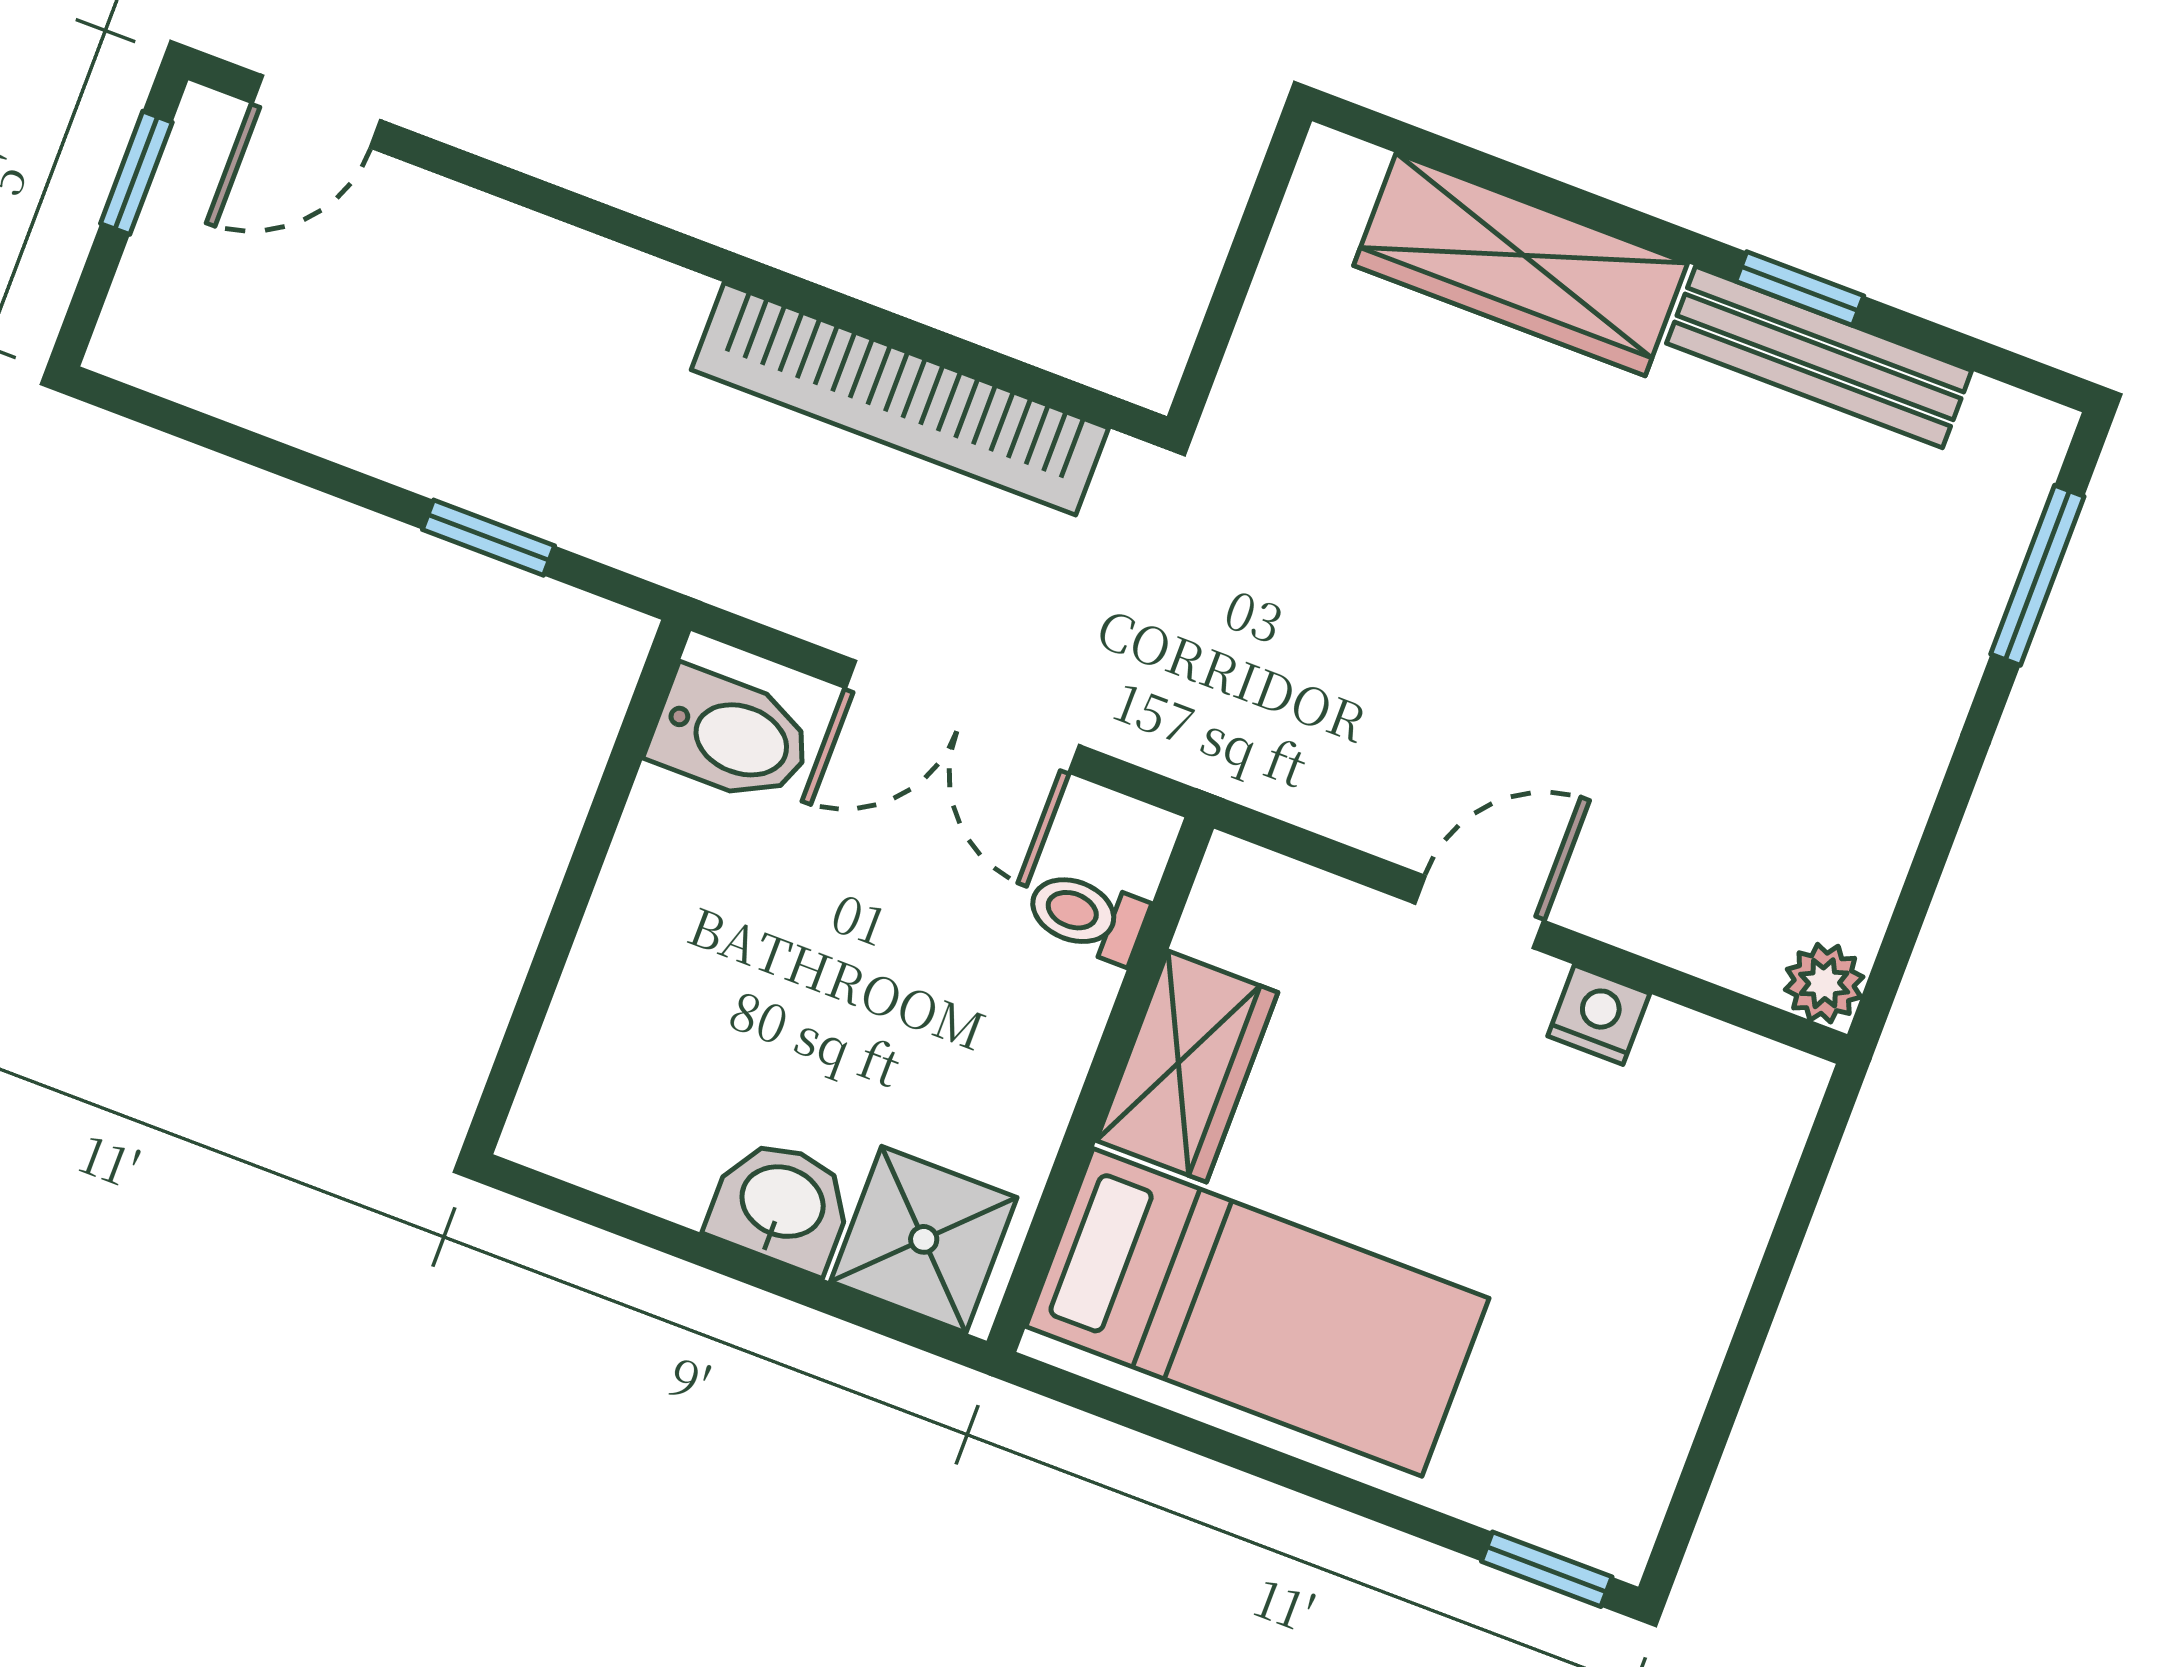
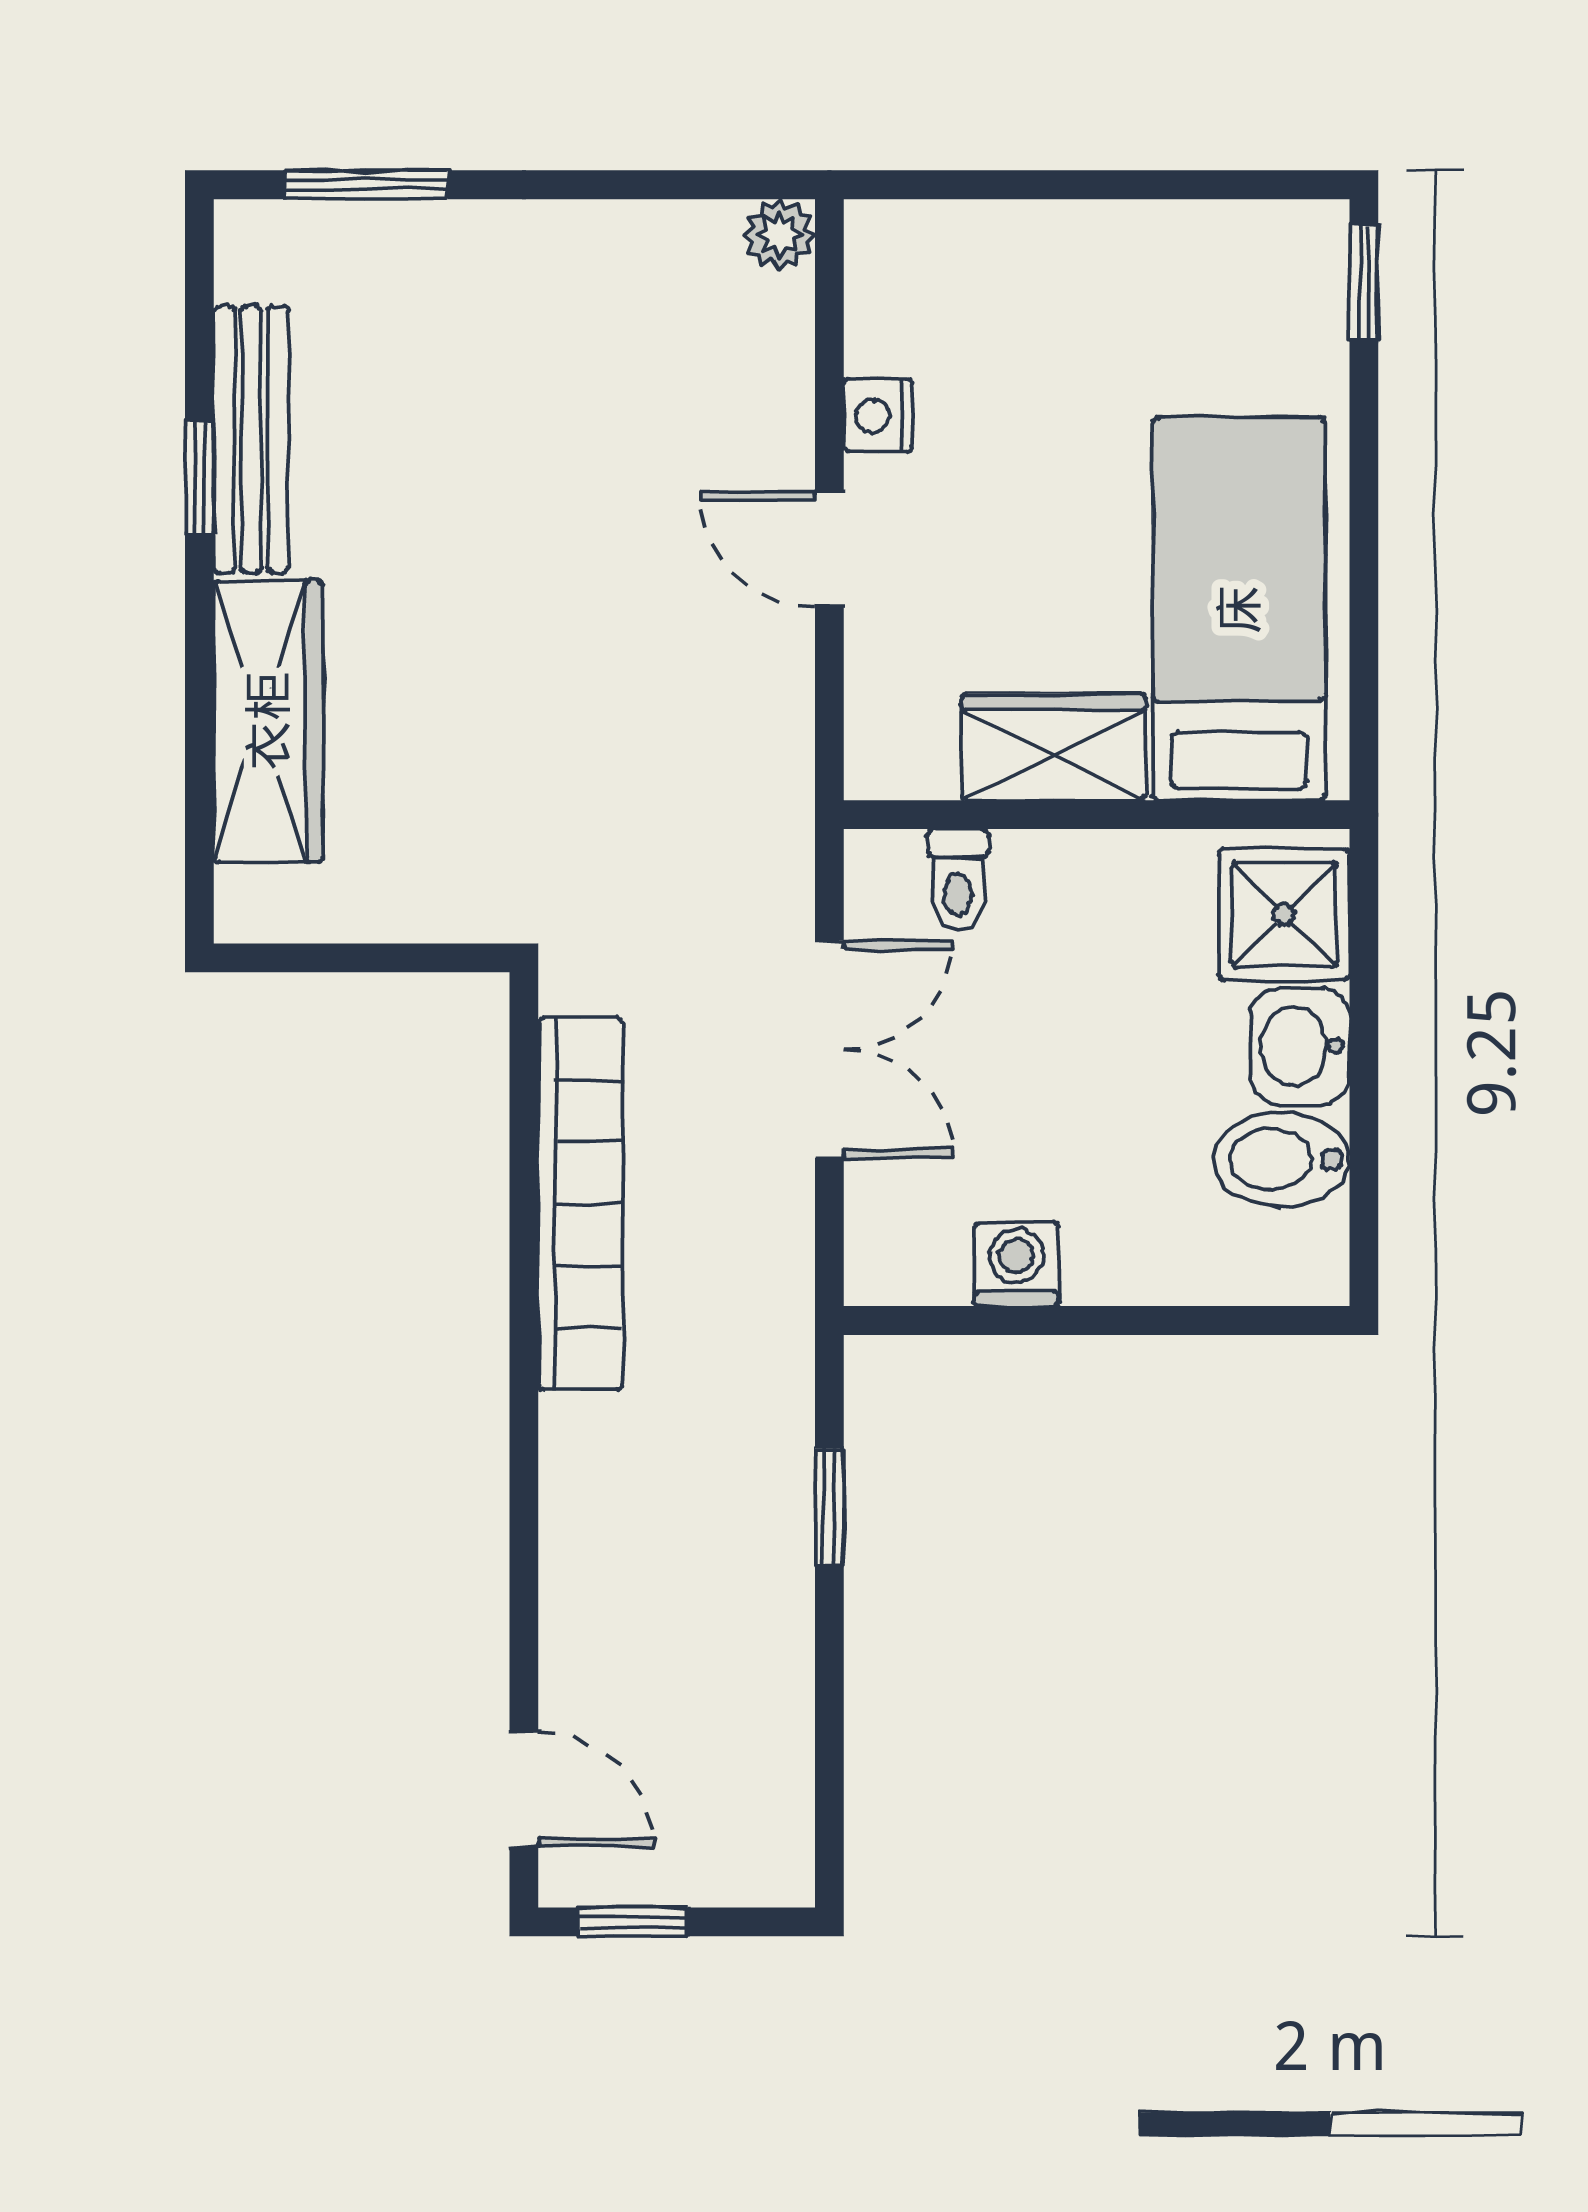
bidet: (731, 736) -> (1282, 1159), moved, turned -90
washing machine: (667, 826) -> (1016, 1264), added

